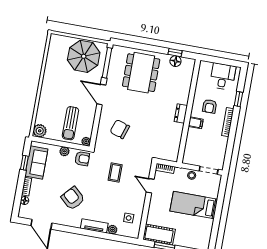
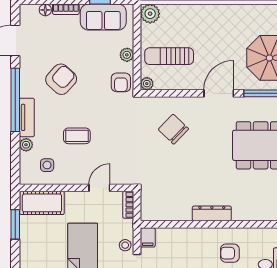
dresser: (181, 114) -> (212, 213), width x1.44
filing cabinet: (196, 123) -> (148, 237), moved
chair: (120, 129) -> (173, 129), turned -64
coffee table: (115, 173) -> (77, 136), moved
window: (81, 231) -> (15, 100), added
cot: (159, 234) -> (42, 203), moved, turned 90

